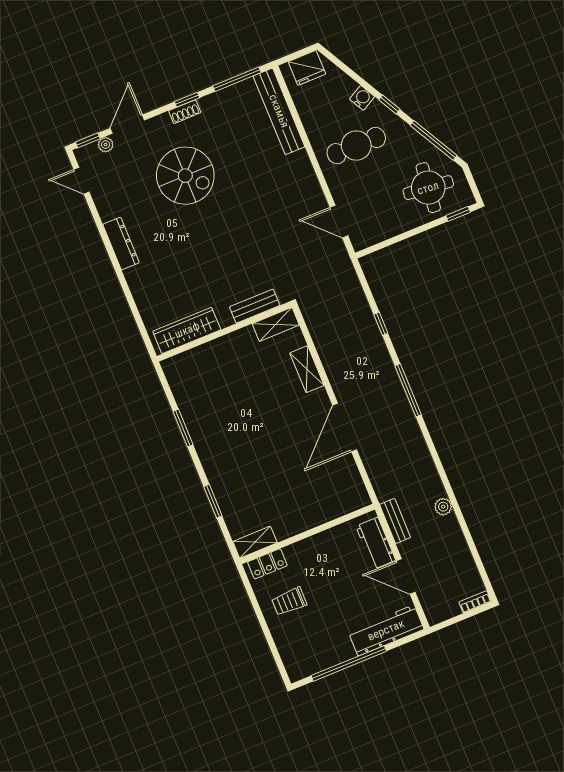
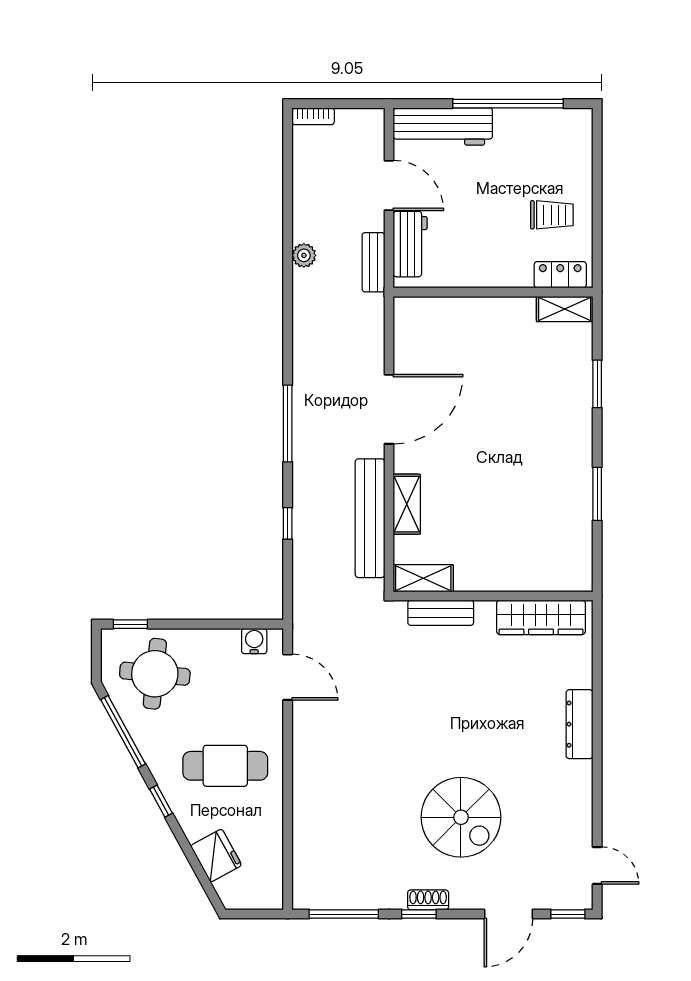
fridge: (307, 68) -> (216, 855), moved, turned 61
water cooler: (362, 98) -> (254, 641), moved, turned 119
bench: (279, 111) -> (370, 518), moved
plant: (106, 145) -> (547, 899), removed
spiral stairs: (185, 176) -> (461, 817), turned 180
dresser: (121, 243) -> (580, 724), moved

